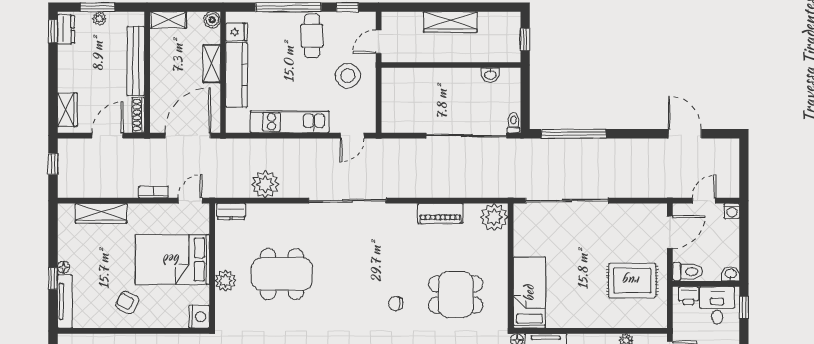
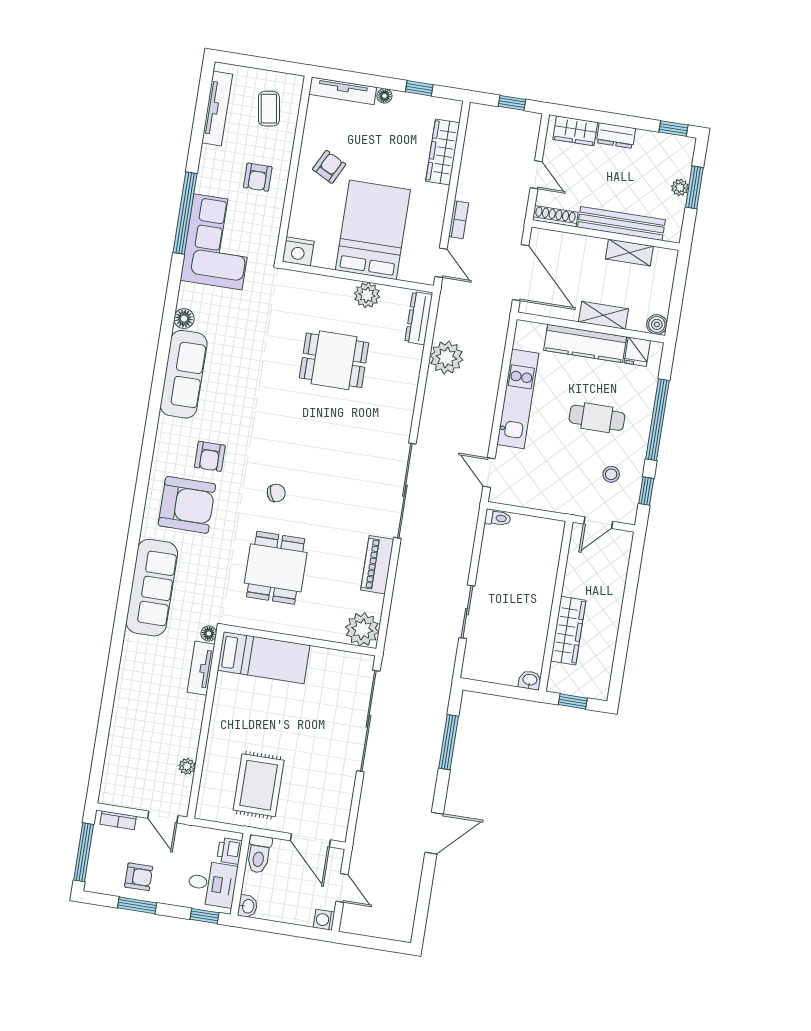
shelving: (168, 20) -> (629, 253), moved, turned 90
wardrobe: (450, 22) -> (568, 631), moved, turned 180
dresser: (66, 29) -> (616, 136), moved
cafe table: (312, 36) -> (597, 418), moved
door: (379, 42) -> (598, 523), swing flipped
washbasin: (490, 75) -> (530, 680), moved, turned 90
stool: (348, 76) -> (611, 474), moved, width x0.53, depth x0.53
toilet: (513, 123) -> (498, 518), moved
window: (574, 134) -> (449, 742), width x0.68
door: (685, 134) -> (434, 833), moved
door: (107, 136) -> (536, 175), width x0.73
sliding door: (467, 136) -> (467, 612), width x0.54
sliding door: (347, 201) -> (405, 491), moved
dresser: (231, 212) -> (419, 318), width x1.44
dining table: (282, 274) -> (334, 360), width x0.73
window: (53, 279) -> (419, 88), moved
plant: (225, 281) -> (367, 295), moved
chair: (396, 304) -> (276, 493), turned 69

